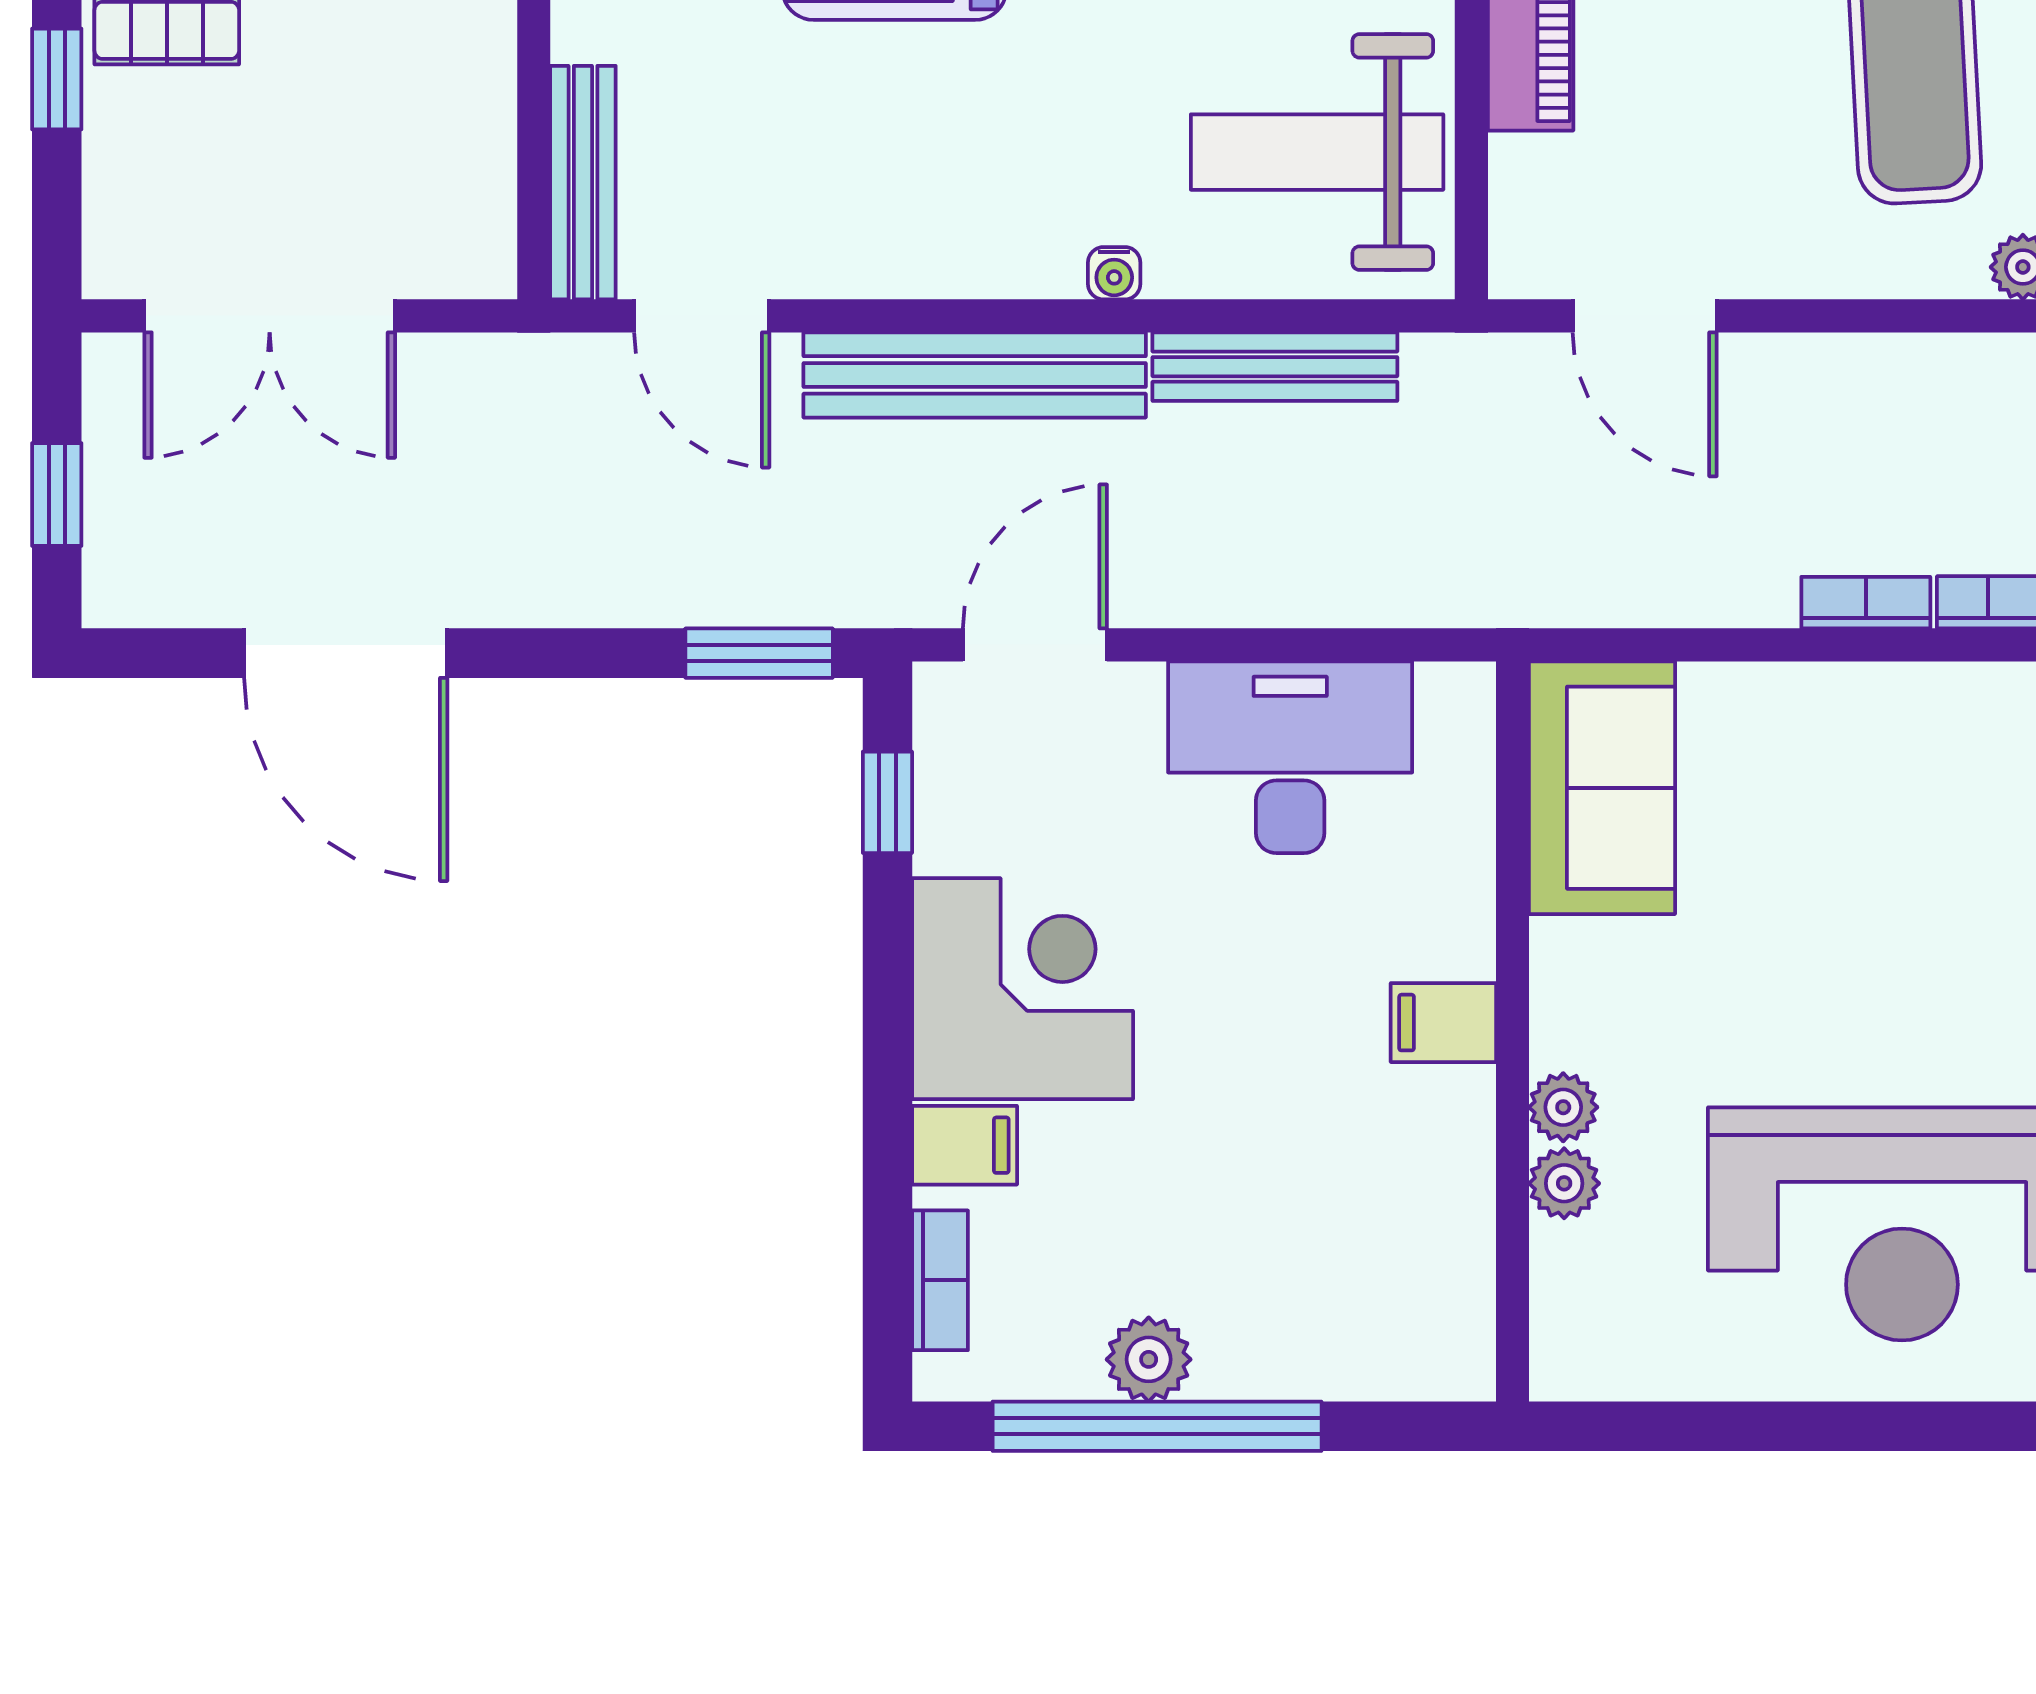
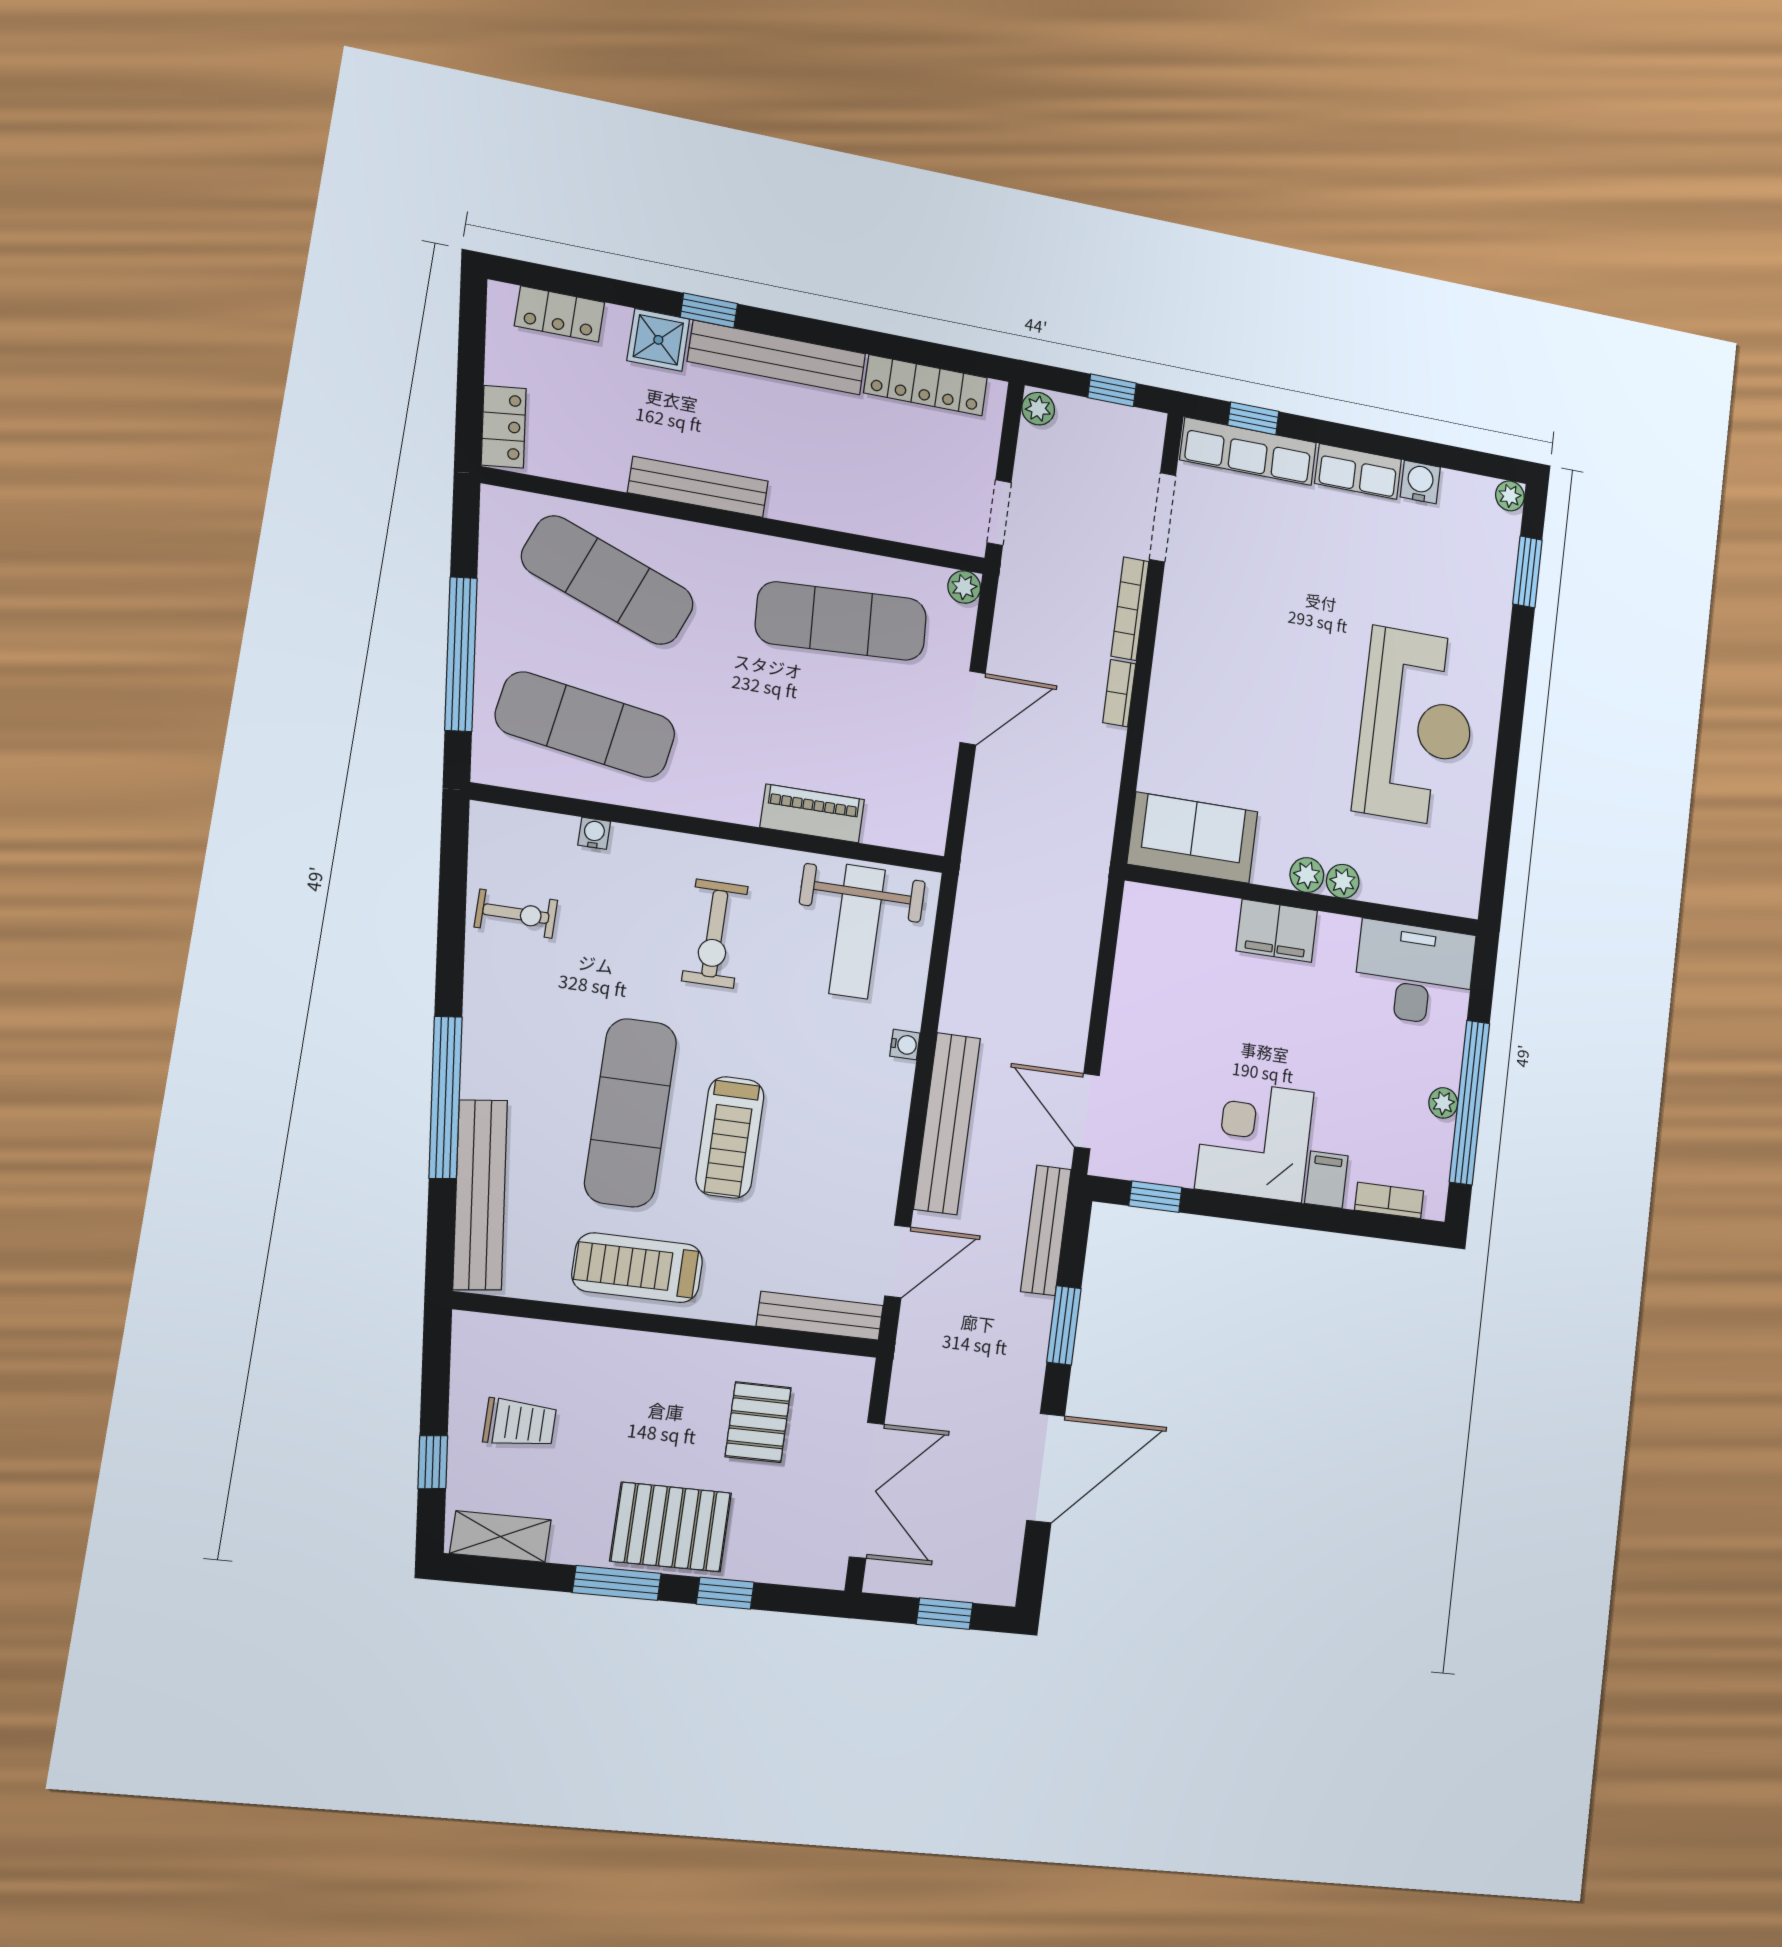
pallet: (374, 95) -> (758, 1422), added
door: (1645, 316) -> (973, 708), moved
bench: (1275, 367) -> (1046, 1230), moved
window: (759, 653) -> (1064, 1325), moved
desk: (1290, 757) -> (1414, 973), moved, turned 90
filing cabinet: (1443, 1023) -> (1277, 931), width x2.00
plant: (1564, 1183) -> (1307, 875), moved
plant: (1149, 1359) -> (1443, 1103), width x0.73, depth x0.73

